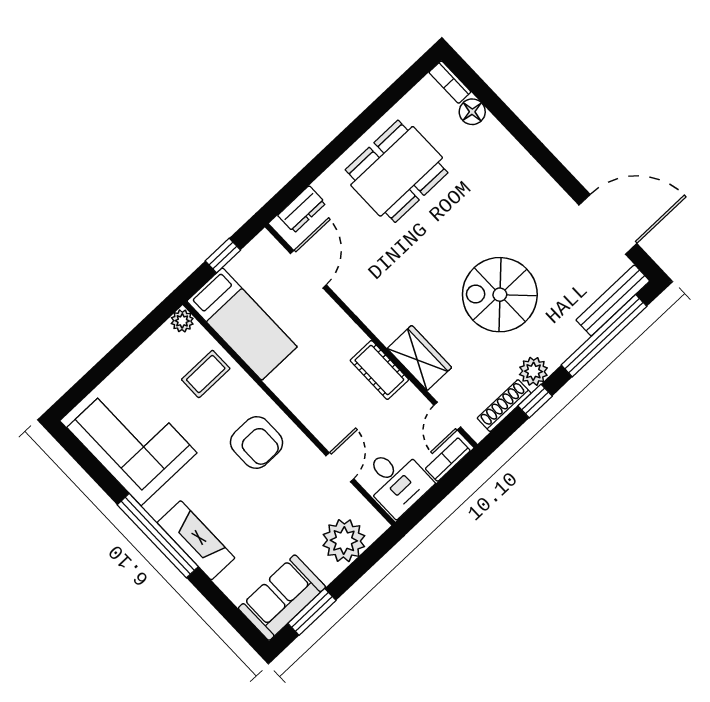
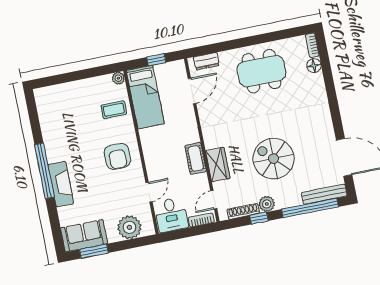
corner sofa: (132, 440) -> (60, 119), removed

